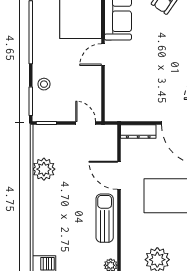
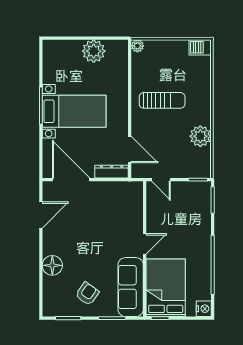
stool: (44, 84) -> (200, 216), removed
door: (119, 175) -> (130, 149), moved
sun lounger: (105, 218) -> (162, 100), moved, turned -90

